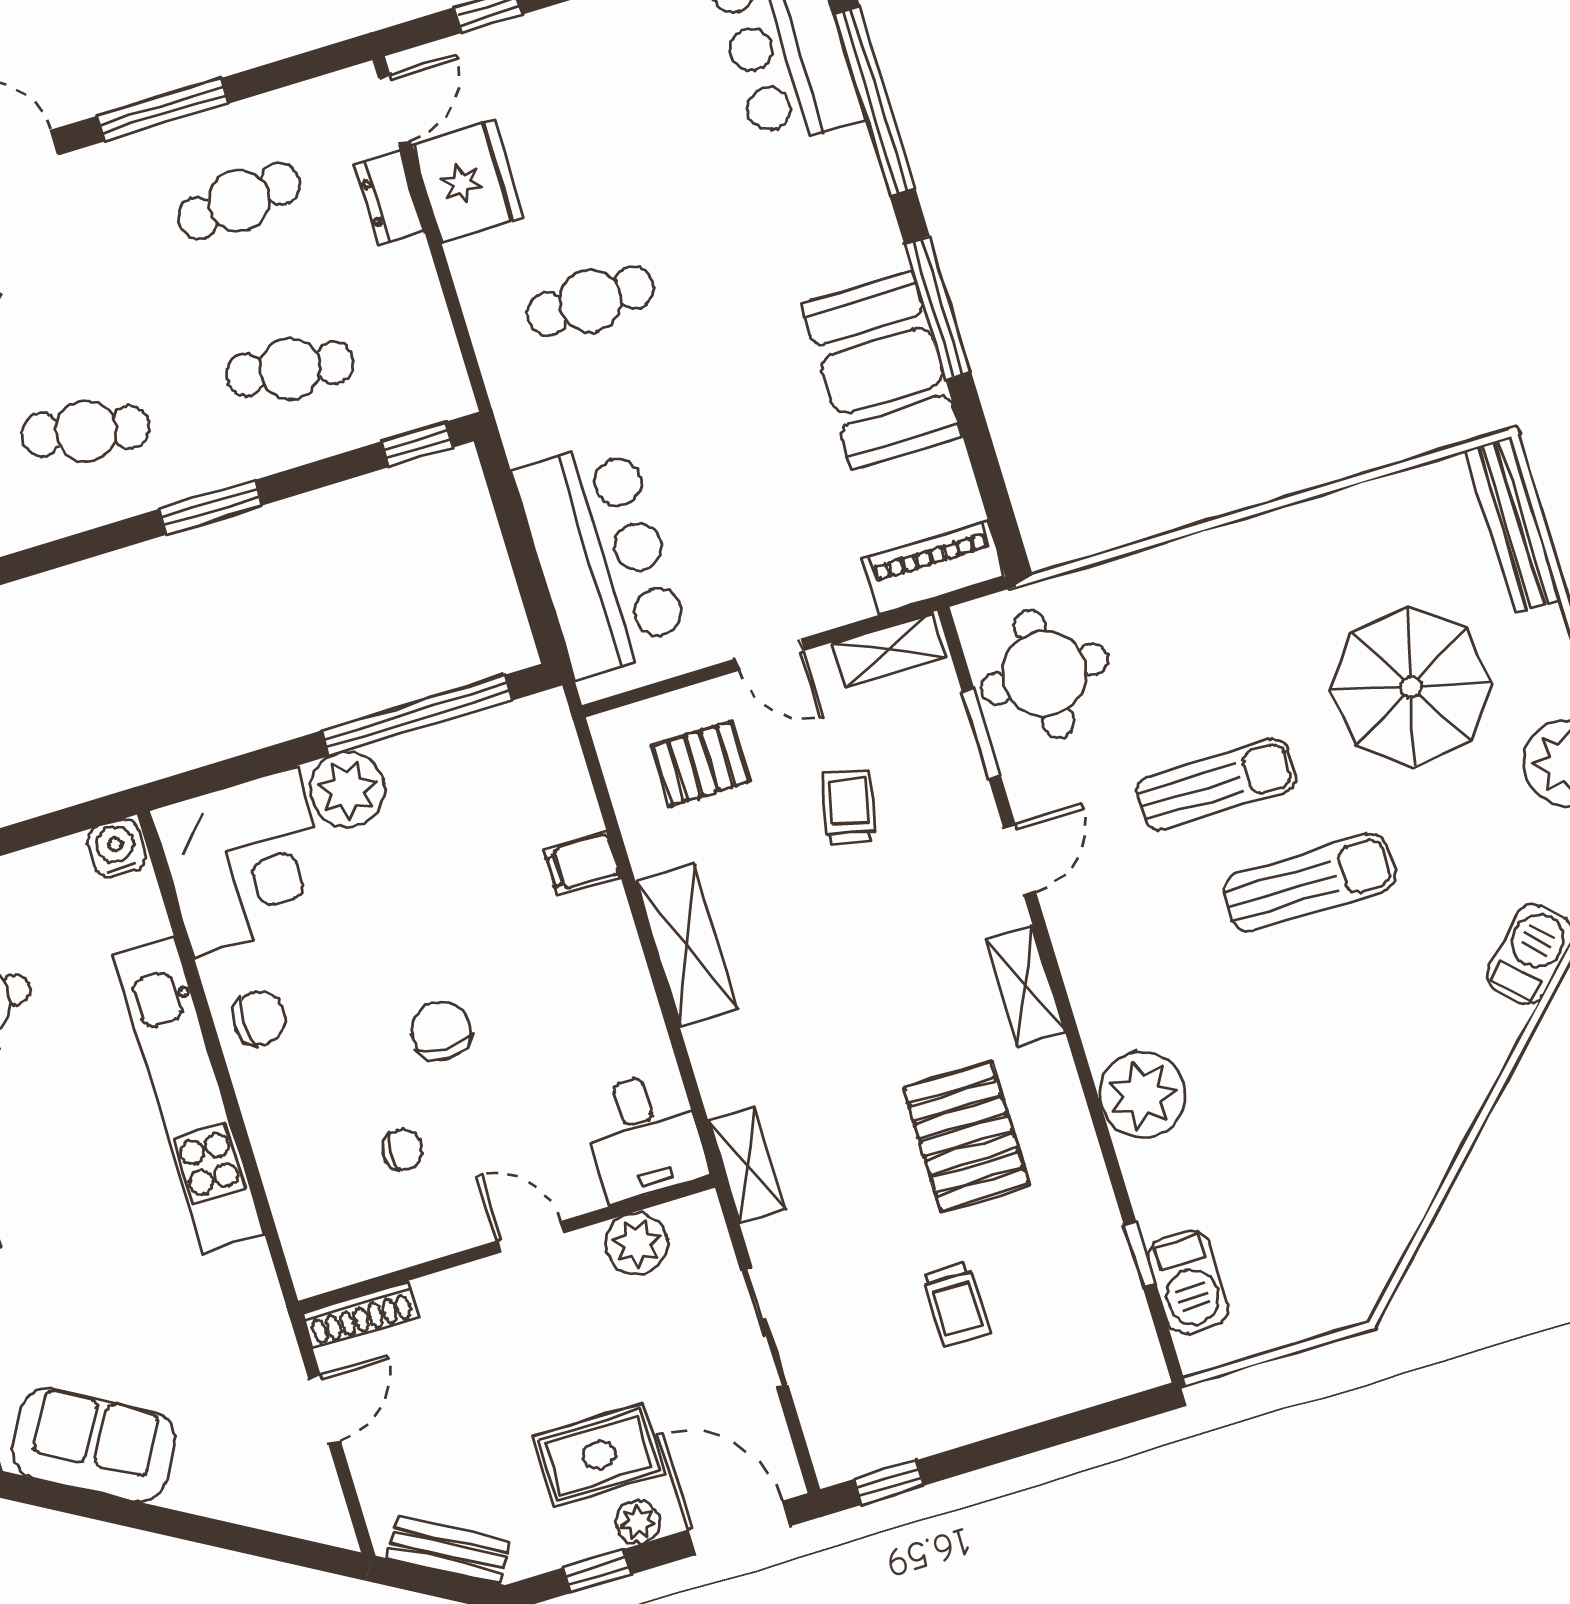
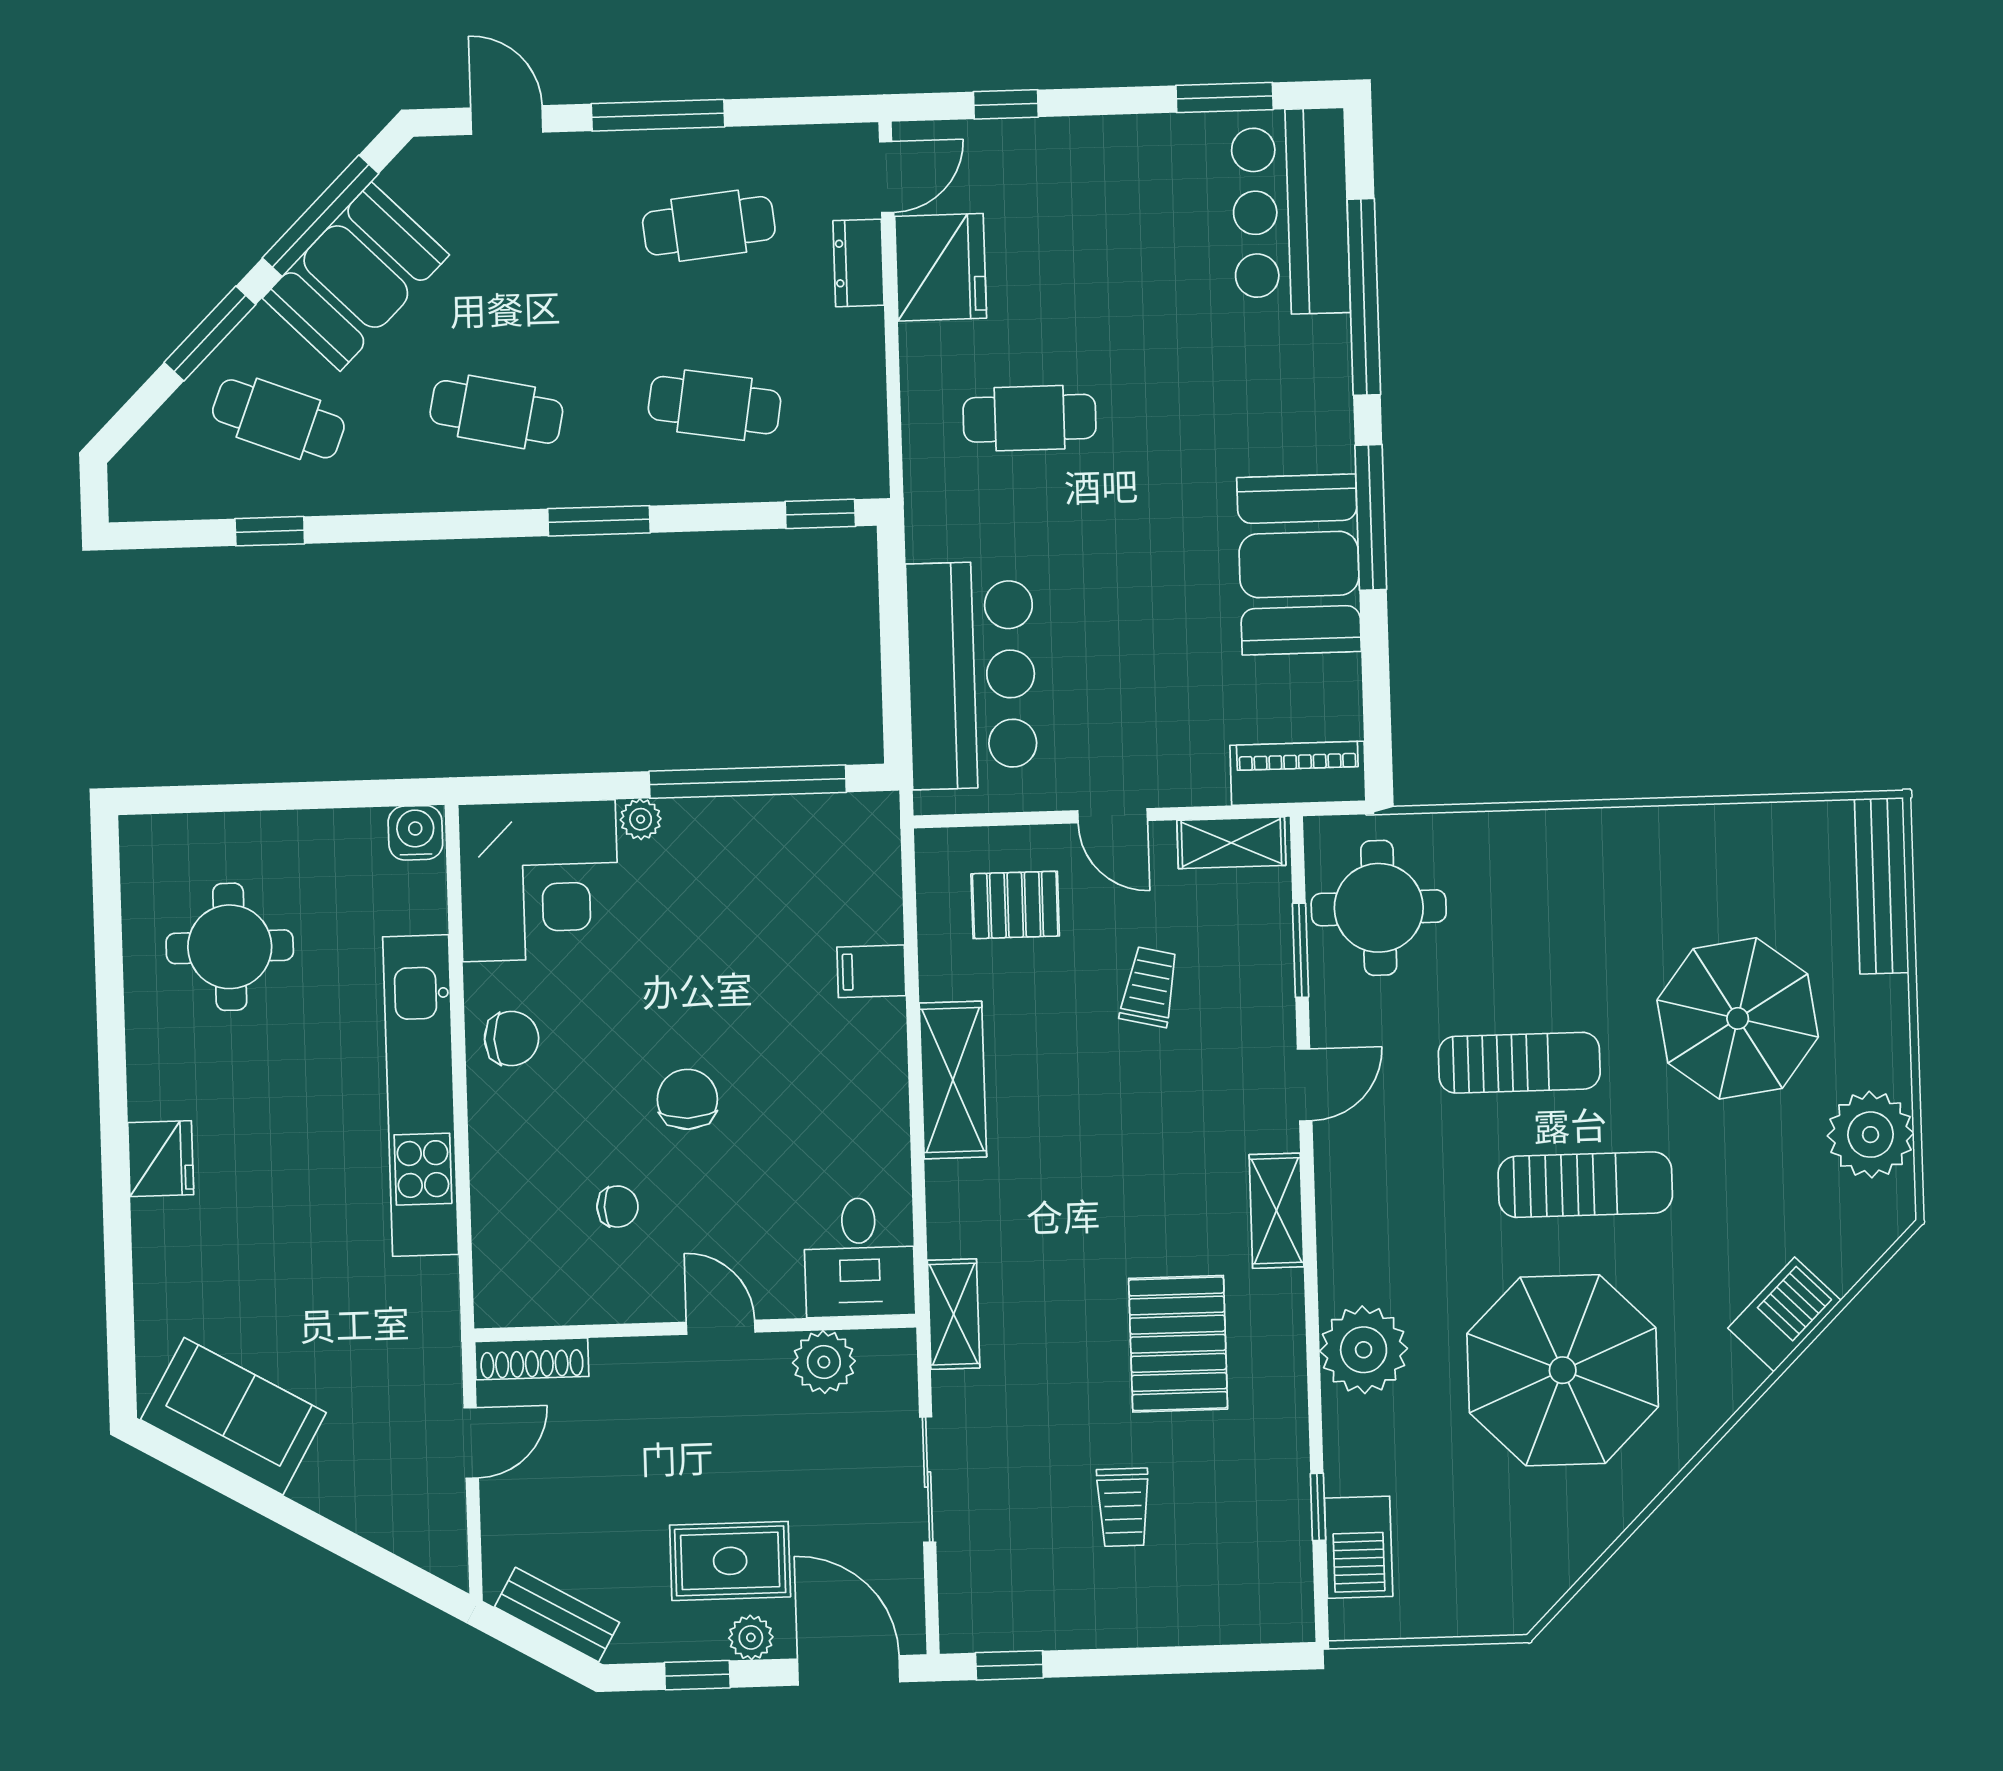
plant: (347, 790) -> (641, 819), width x0.53, depth x0.53
parasol: (1336, 1063) -> (1563, 1370), added

